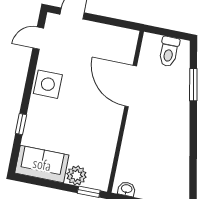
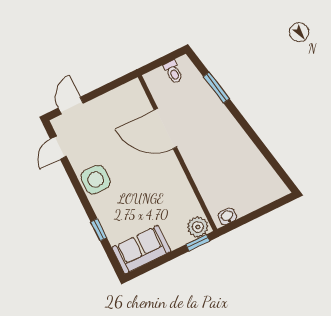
toilet: (169, 51) -> (173, 72), width x0.73, depth x0.72
plant: (76, 175) -> (198, 227), moved

